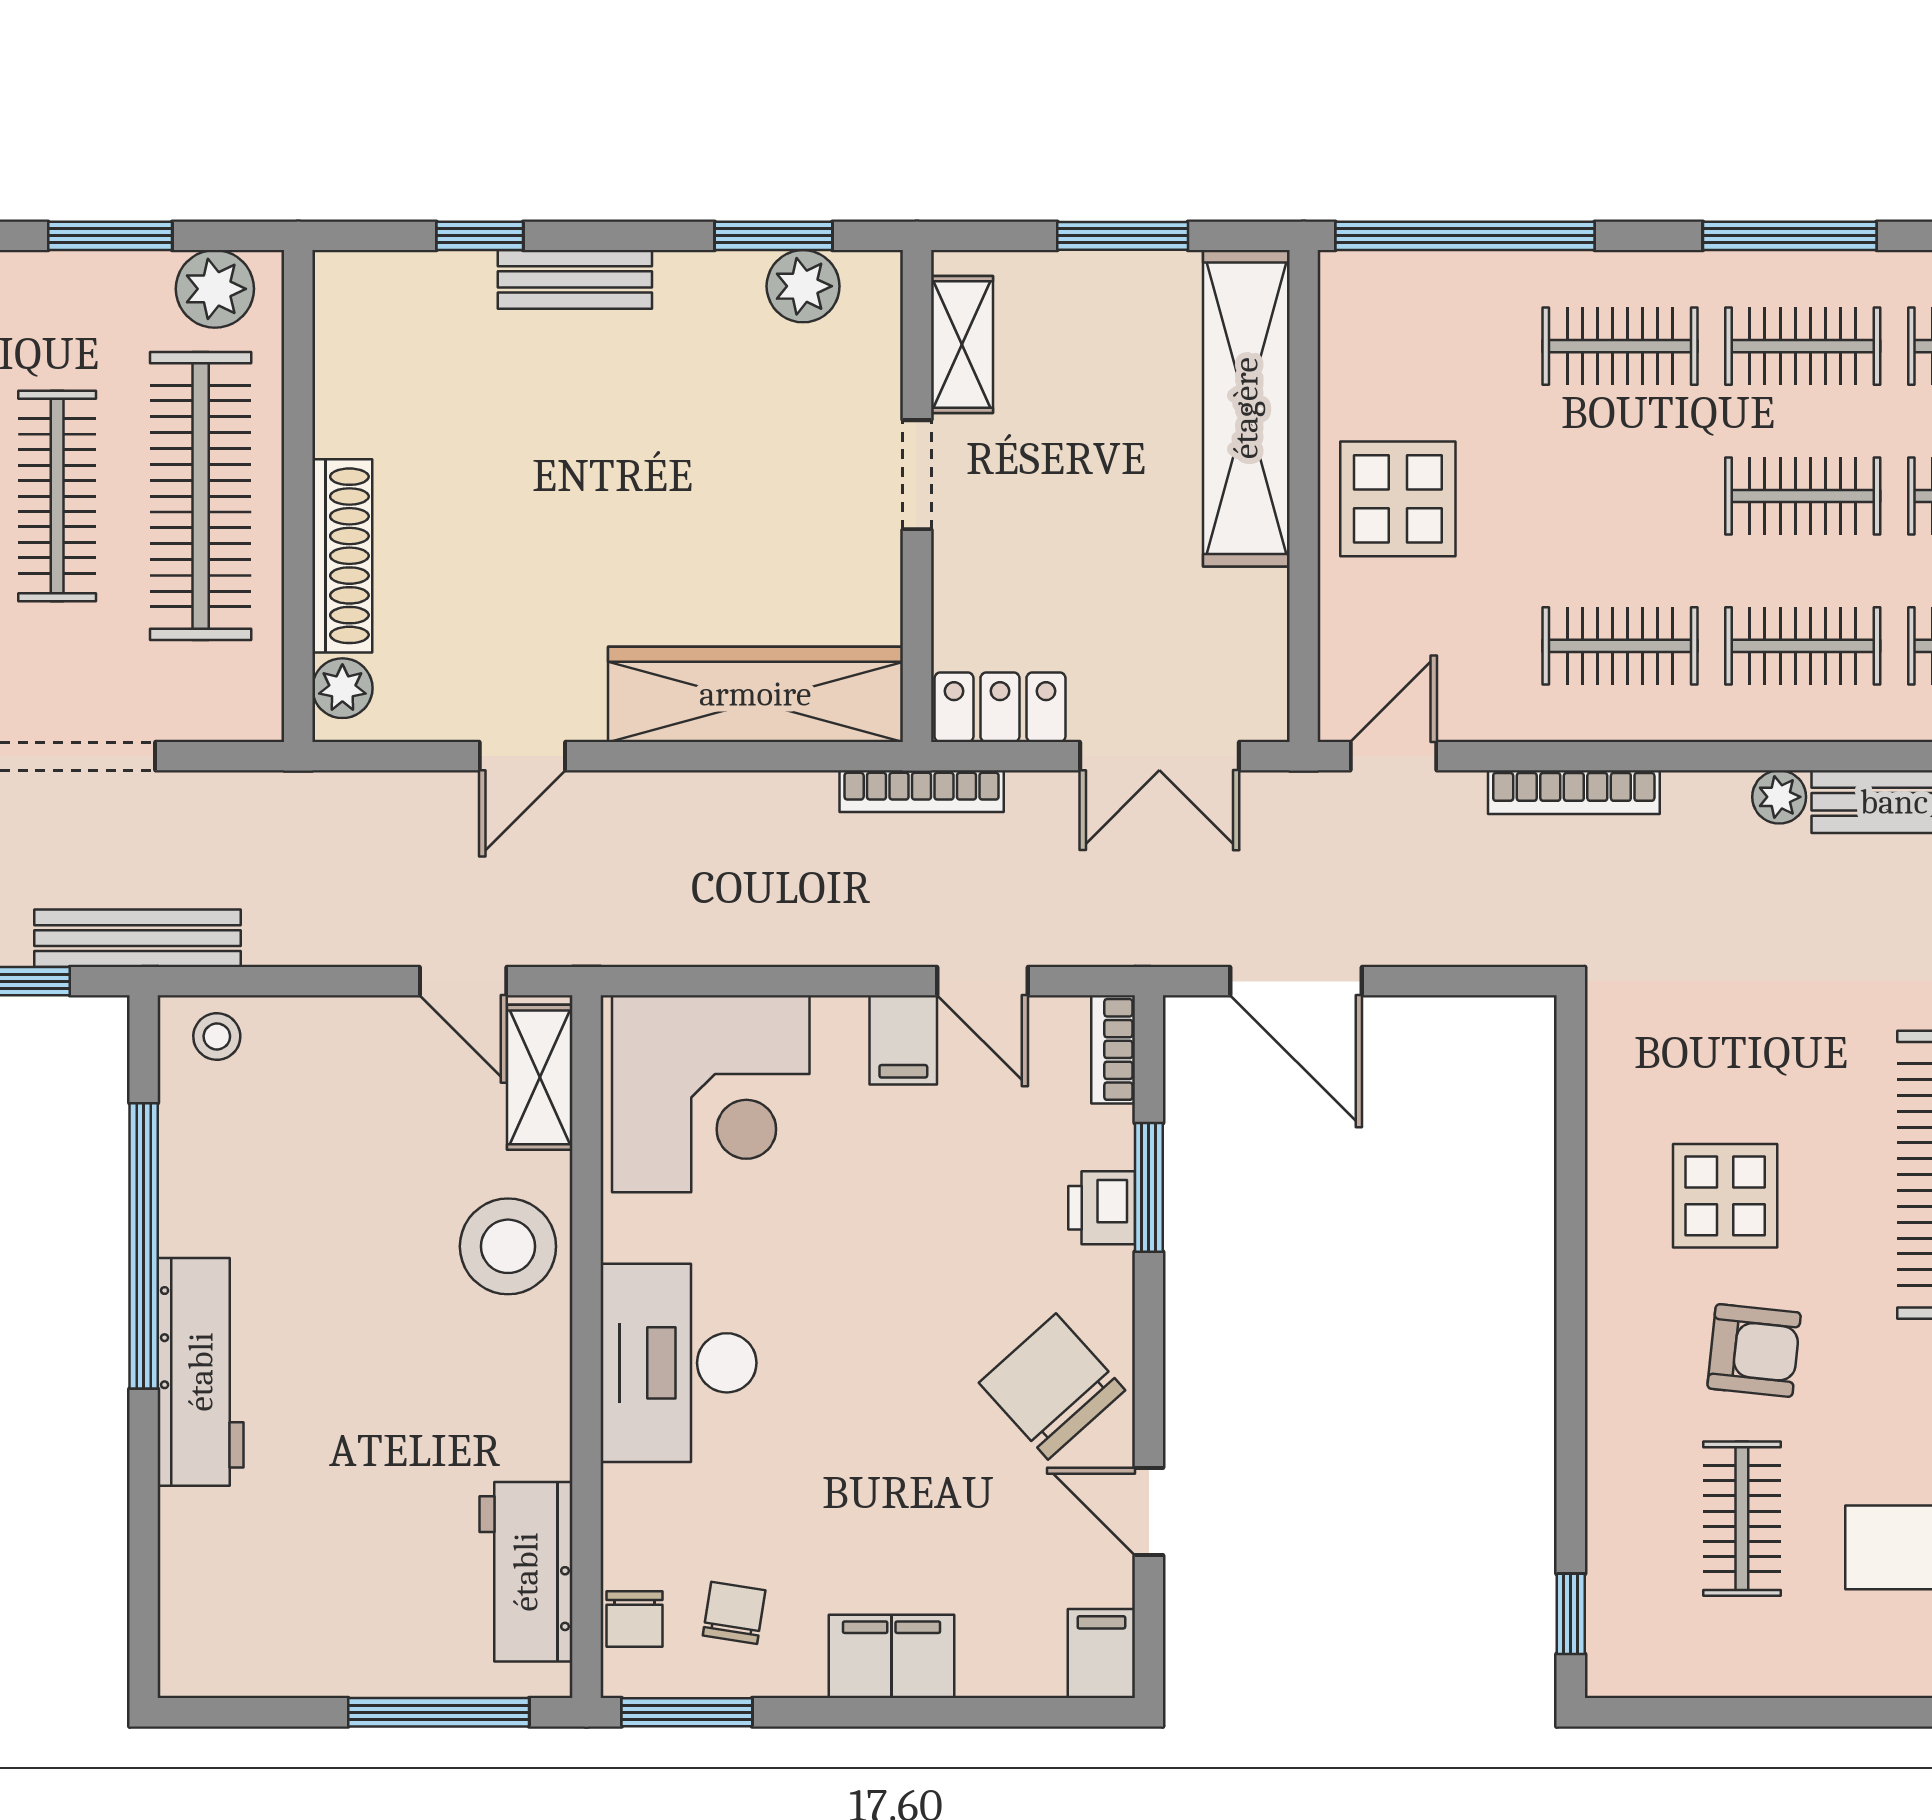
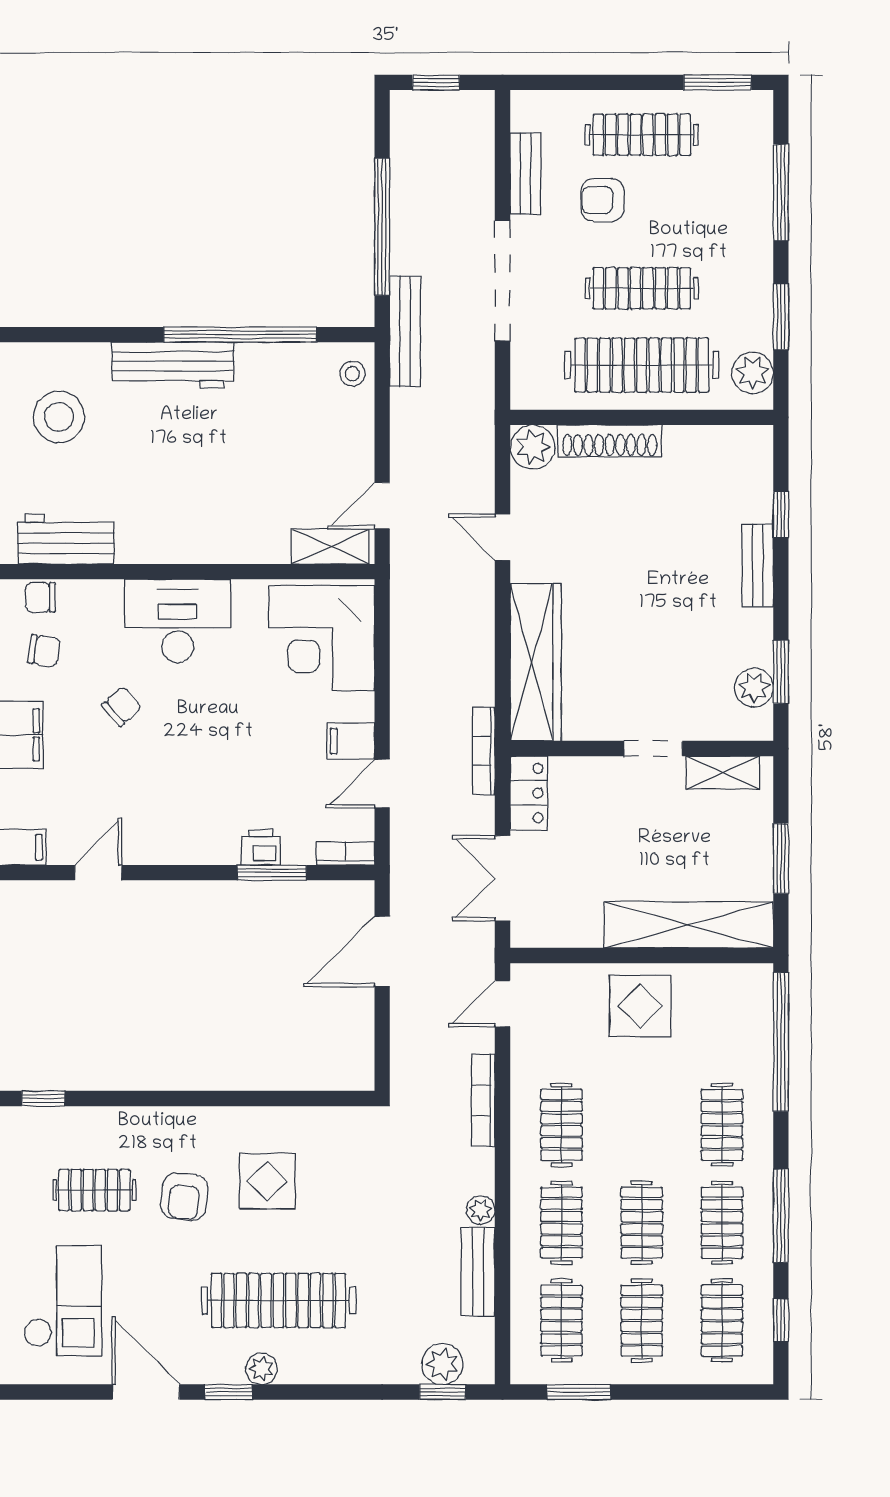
plant: (342, 688) -> (533, 447), width x1.38, depth x1.38
door: (1394, 756) -> (502, 1004), swing flipped
stool: (508, 1246) -> (59, 417), moved
chair: (1052, 1386) -> (122, 706), moved, width x0.54, depth x0.54

